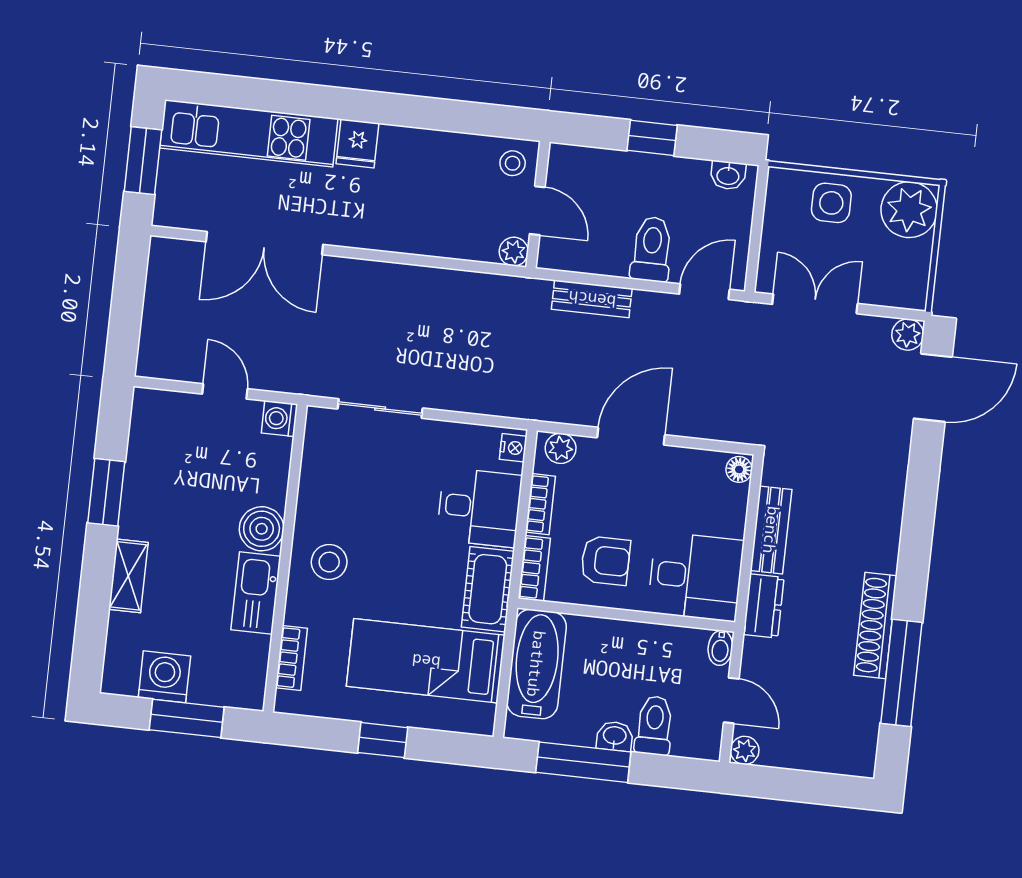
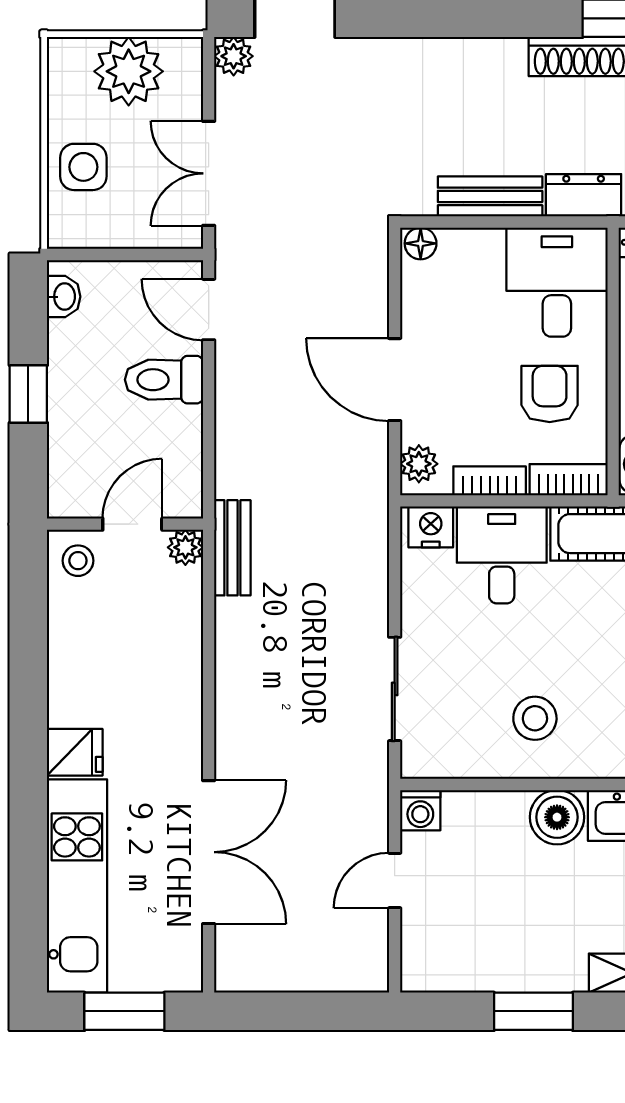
plant: (909, 210) -> (129, 71), moved
bench: (592, 299) -> (232, 548), moved
nightstand: (513, 448) -> (431, 527), width x1.39, depth x1.35
stool: (329, 562) -> (535, 718), moved

